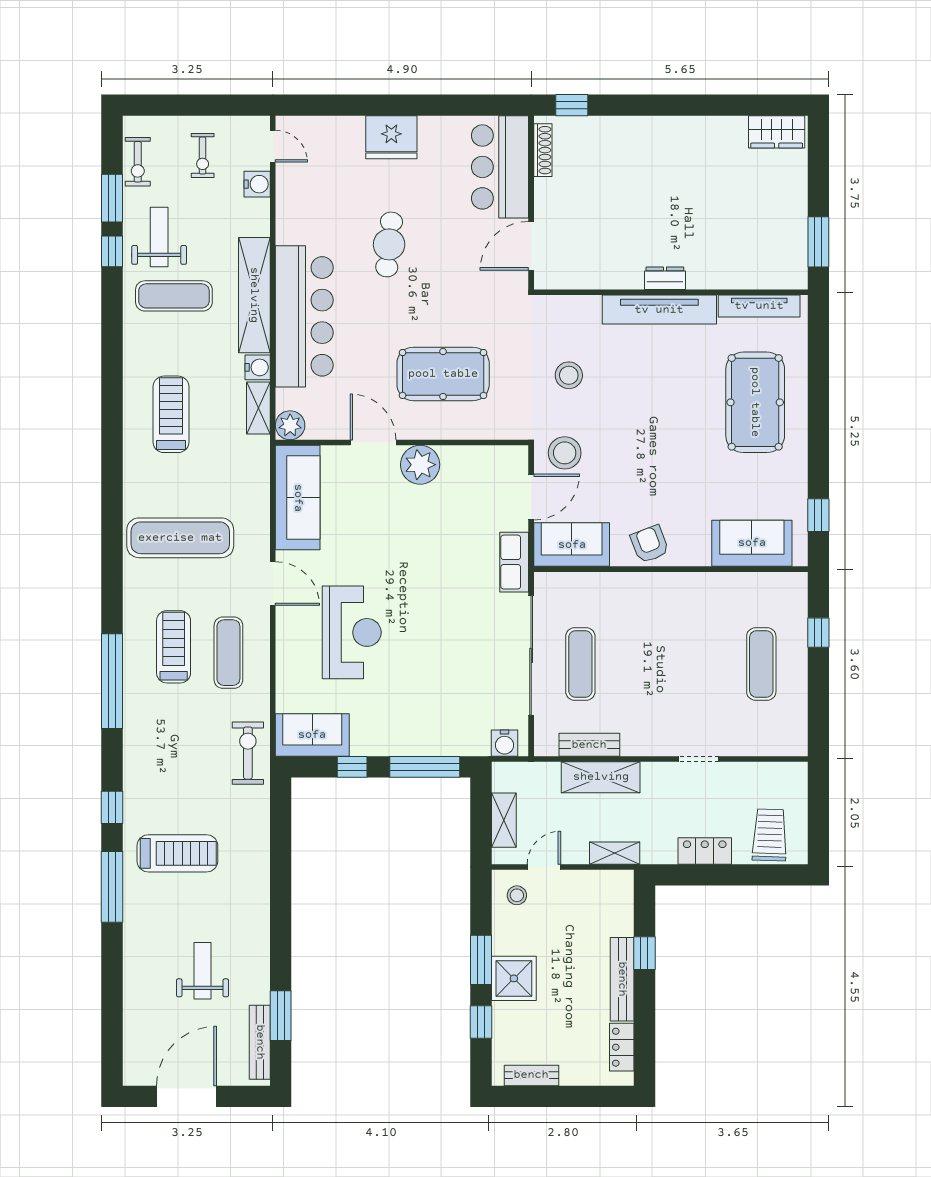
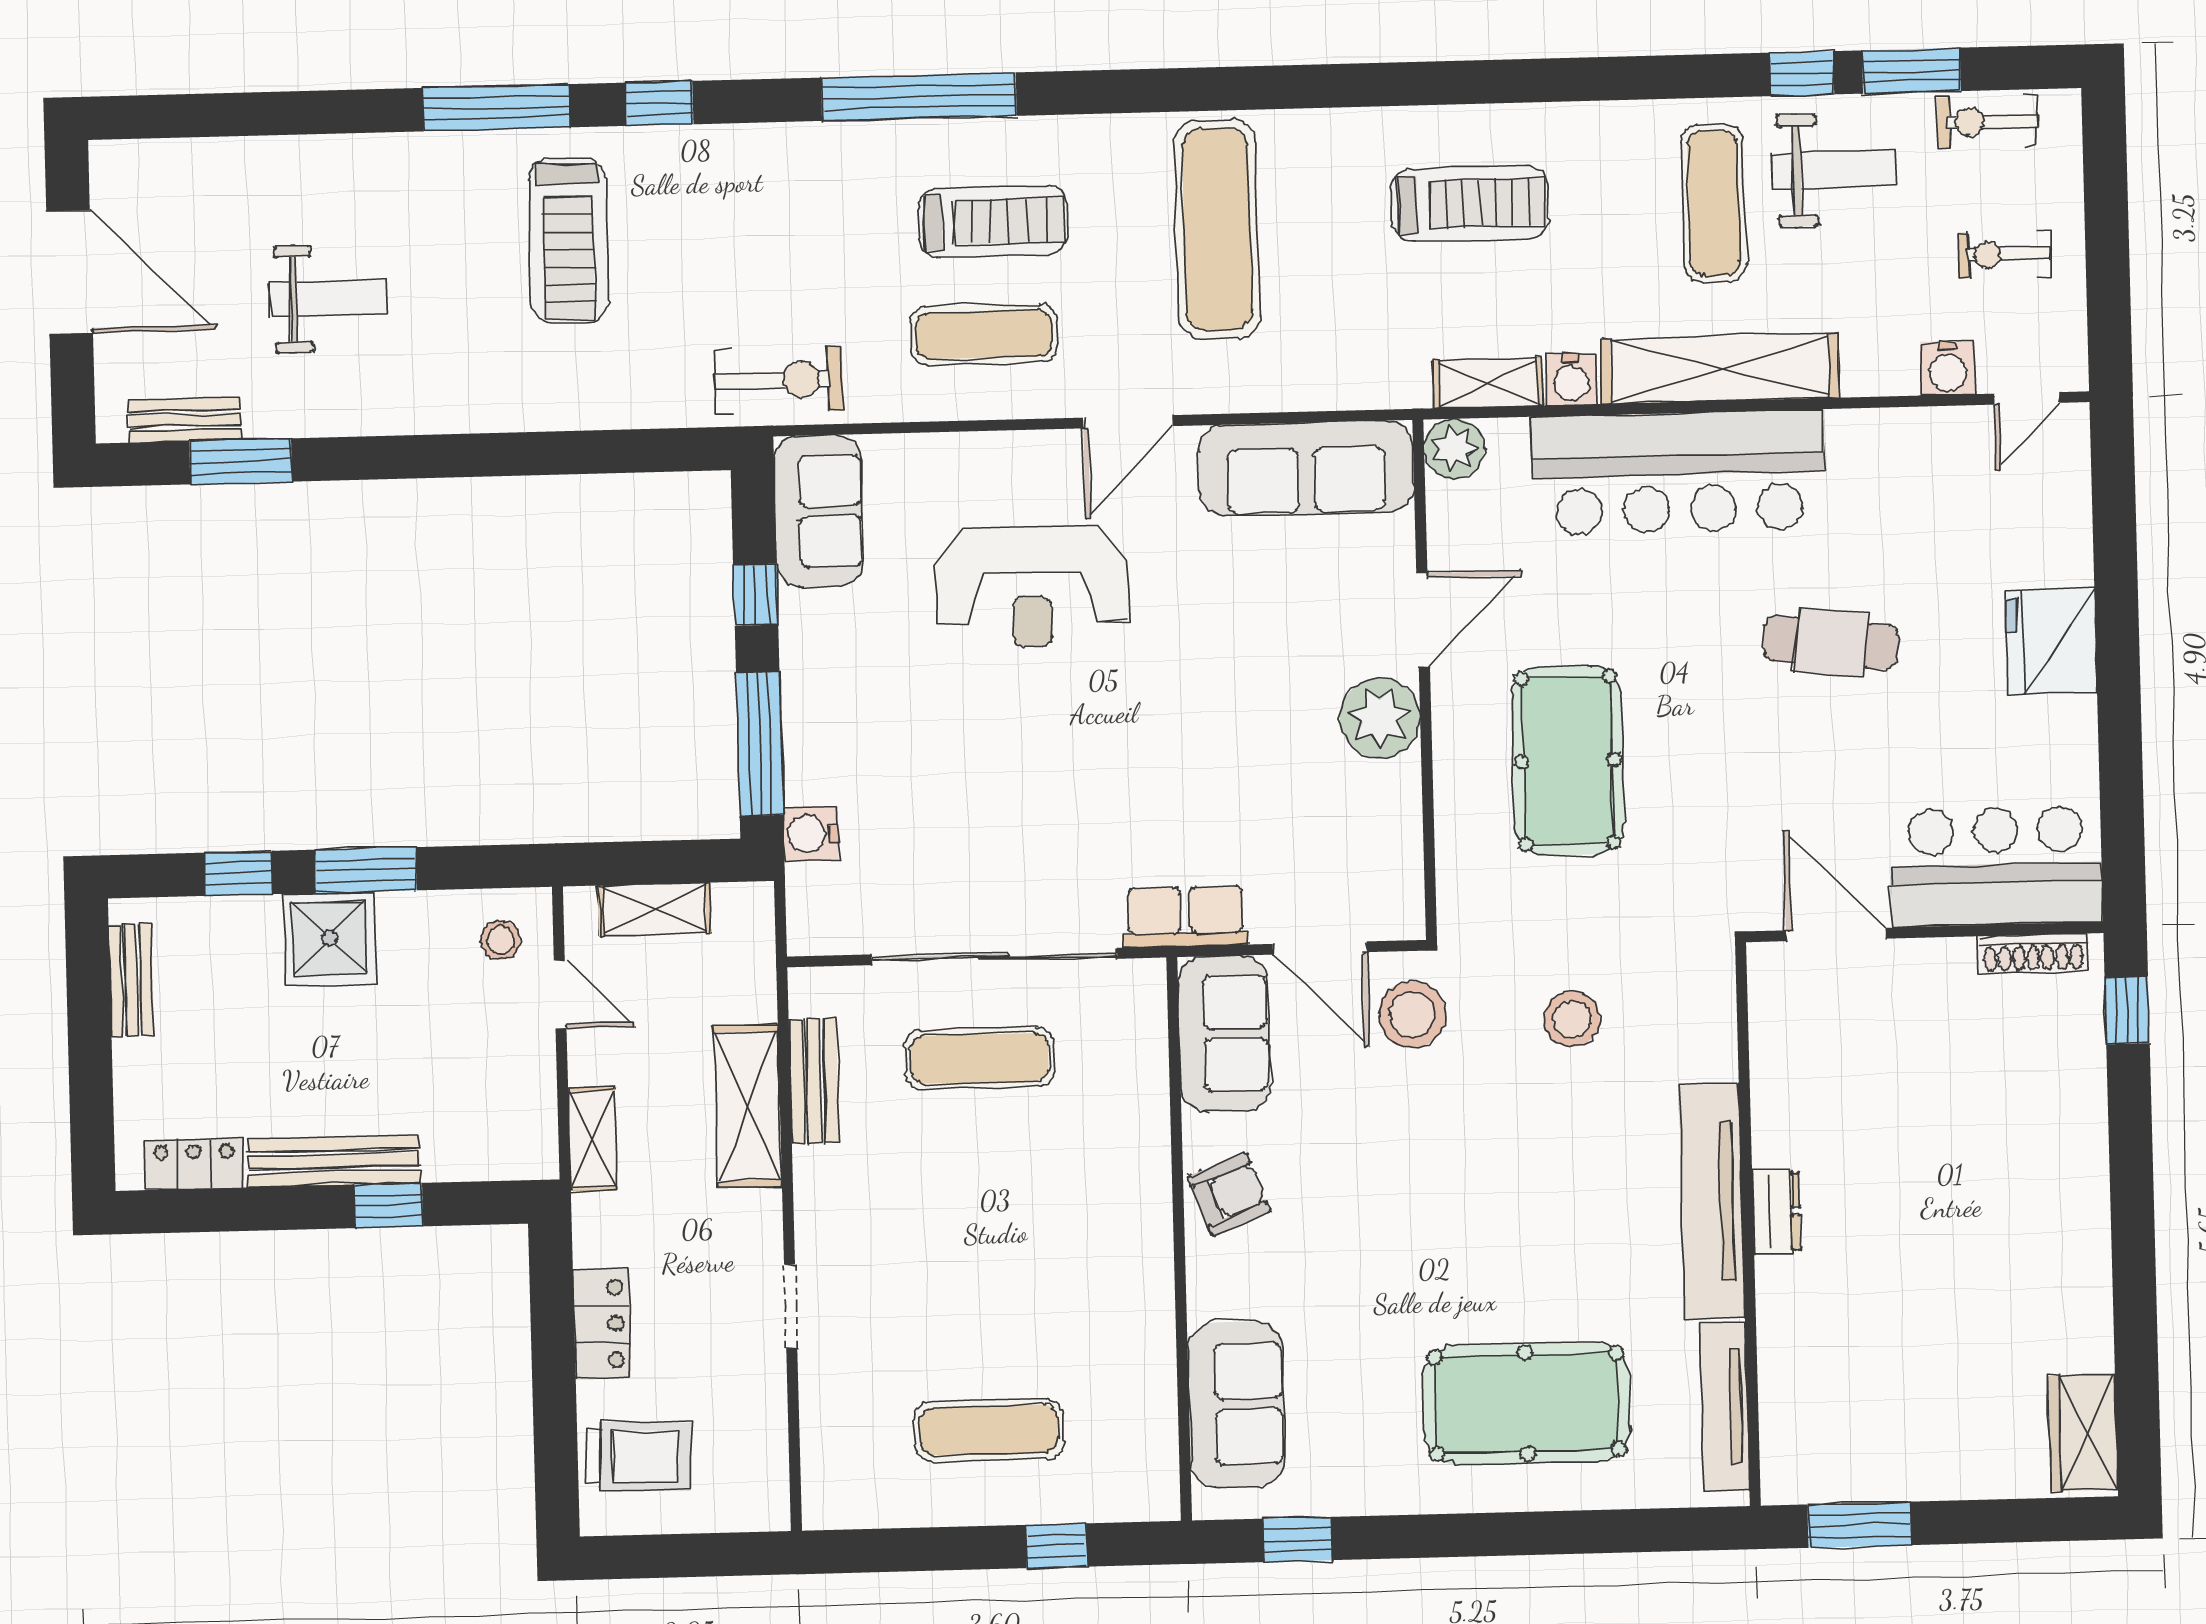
water cooler: (505, 743) -> (811, 834), moved
bench: (260, 1042) -> (185, 420), width x0.73

